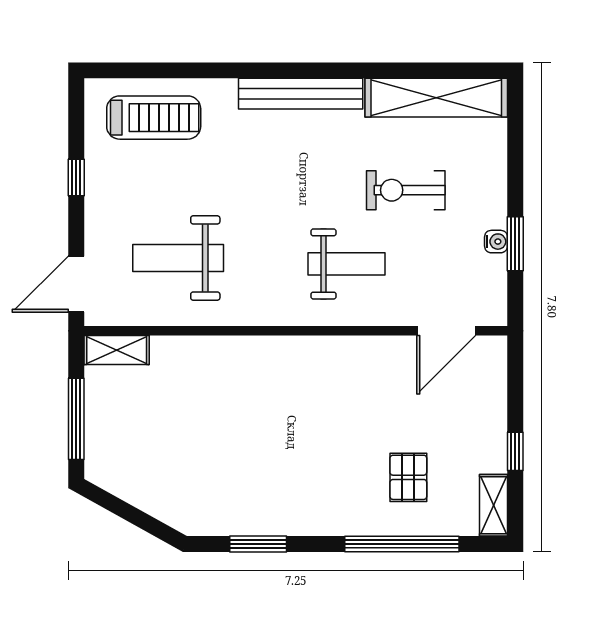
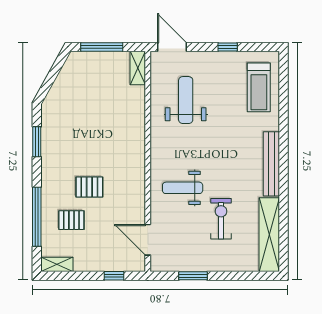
water cooler: (496, 242) -> (194, 266), removed
weight bench: (347, 264) -> (183, 188), turned 90
pallet: (345, 443) -> (89, 187), added
window: (515, 451) -> (114, 276), moved

